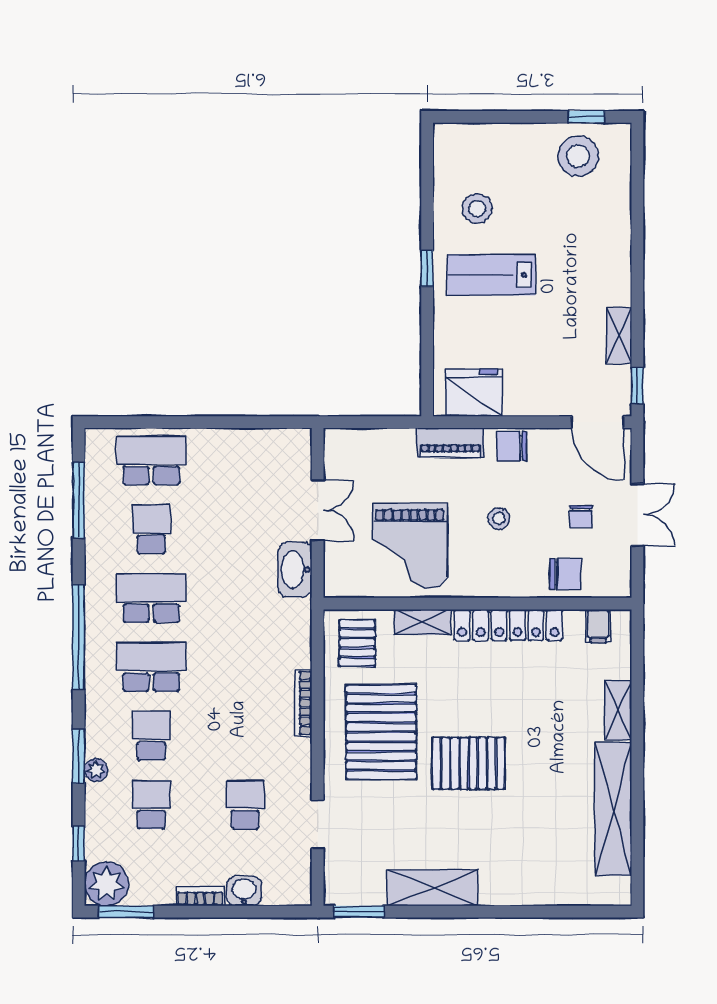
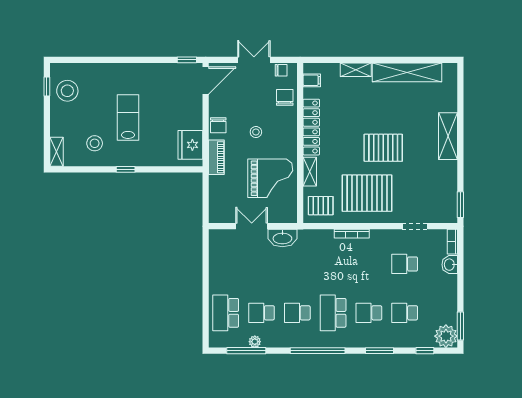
lab bench: (491, 275) -> (128, 118), moved, turned 180
shelving: (619, 335) -> (56, 152), moved, turned 90
chair: (581, 516) -> (281, 70), moved
school desk: (151, 598) -> (297, 313), width x0.54
pallet: (469, 763) -> (383, 148), turned 90
plant: (96, 770) -> (255, 342), moved
shelving: (432, 888) -> (448, 136), moved
bookcase: (200, 896) -> (452, 242), moved

